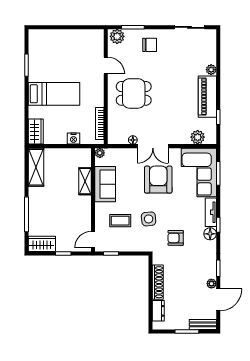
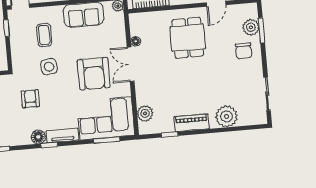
plant: (117, 36) -> (251, 27), moved
plant: (211, 70) -> (226, 116), width x1.88, depth x1.88
piano: (207, 97) -> (192, 123), width x0.73, depth x0.75
armchair: (158, 180) -> (94, 74), turned 90

